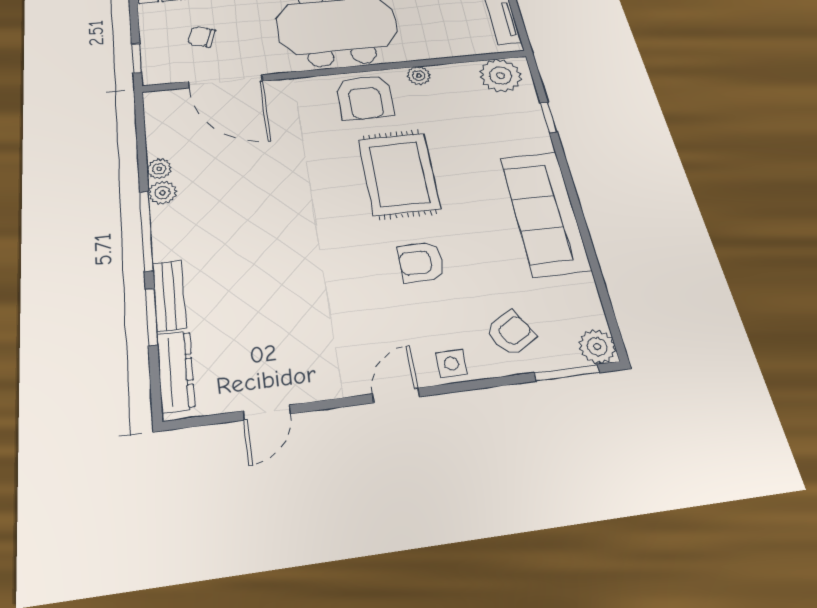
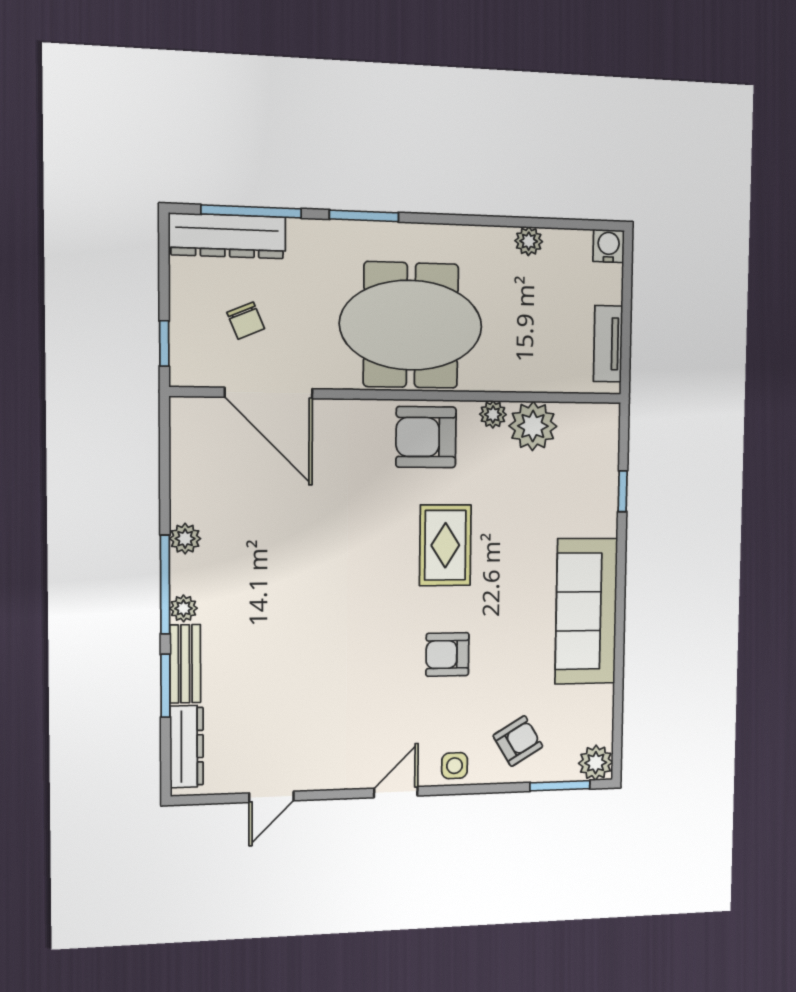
chair: (202, 37) -> (246, 321), turned -132
plant: (500, 76) -> (533, 426), moved
armchair: (365, 97) -> (426, 437), turned 90
plant: (159, 169) -> (184, 608), moved
rug: (399, 174) -> (445, 545), width x0.73, depth x0.70

